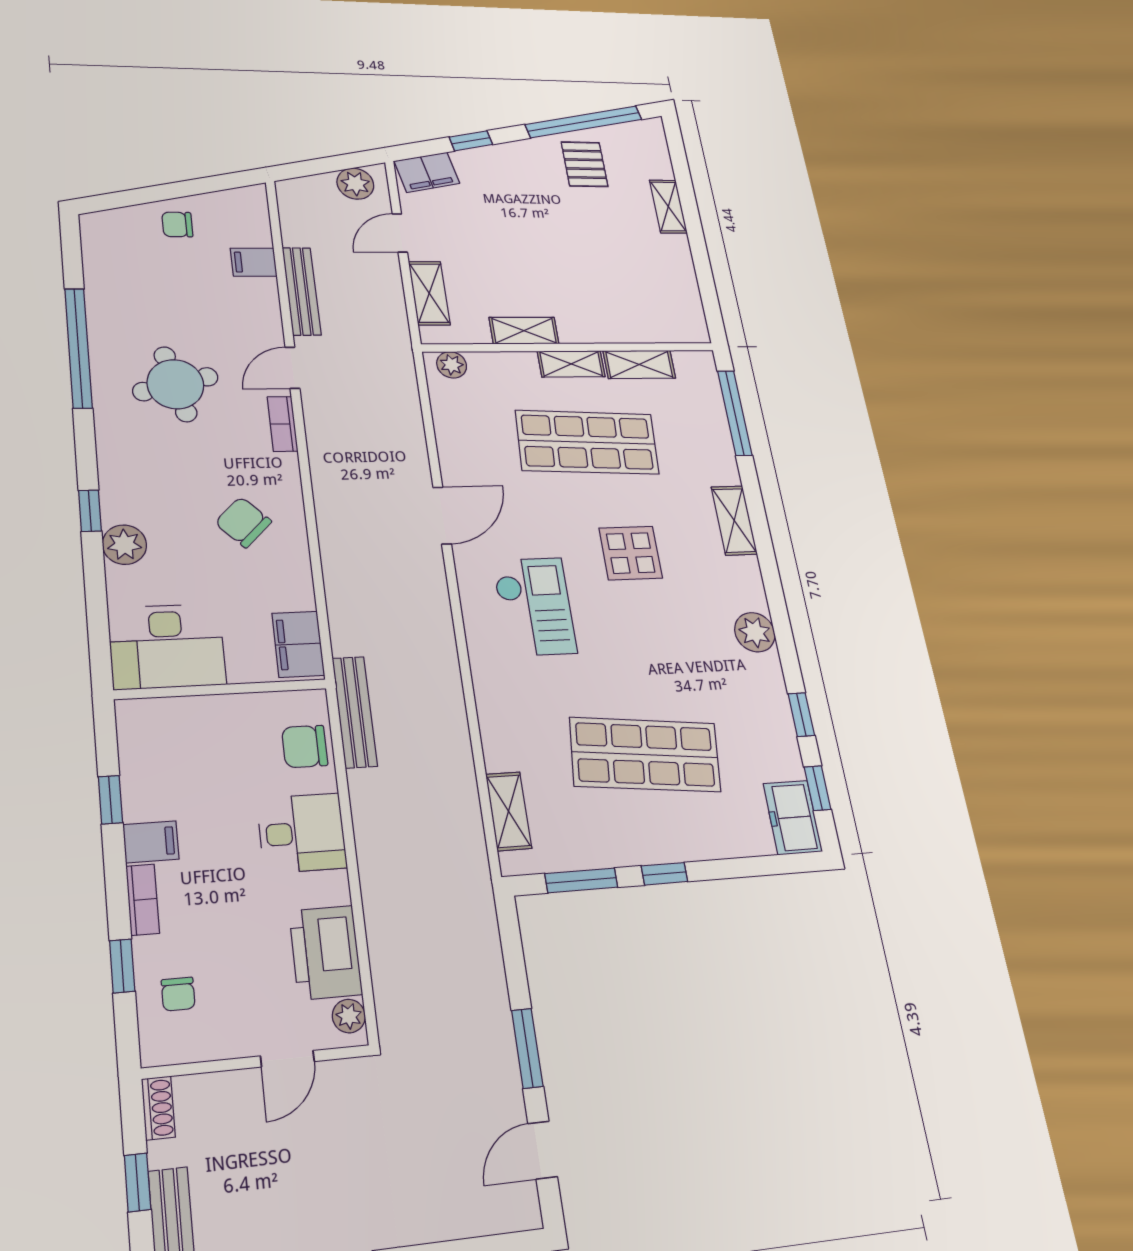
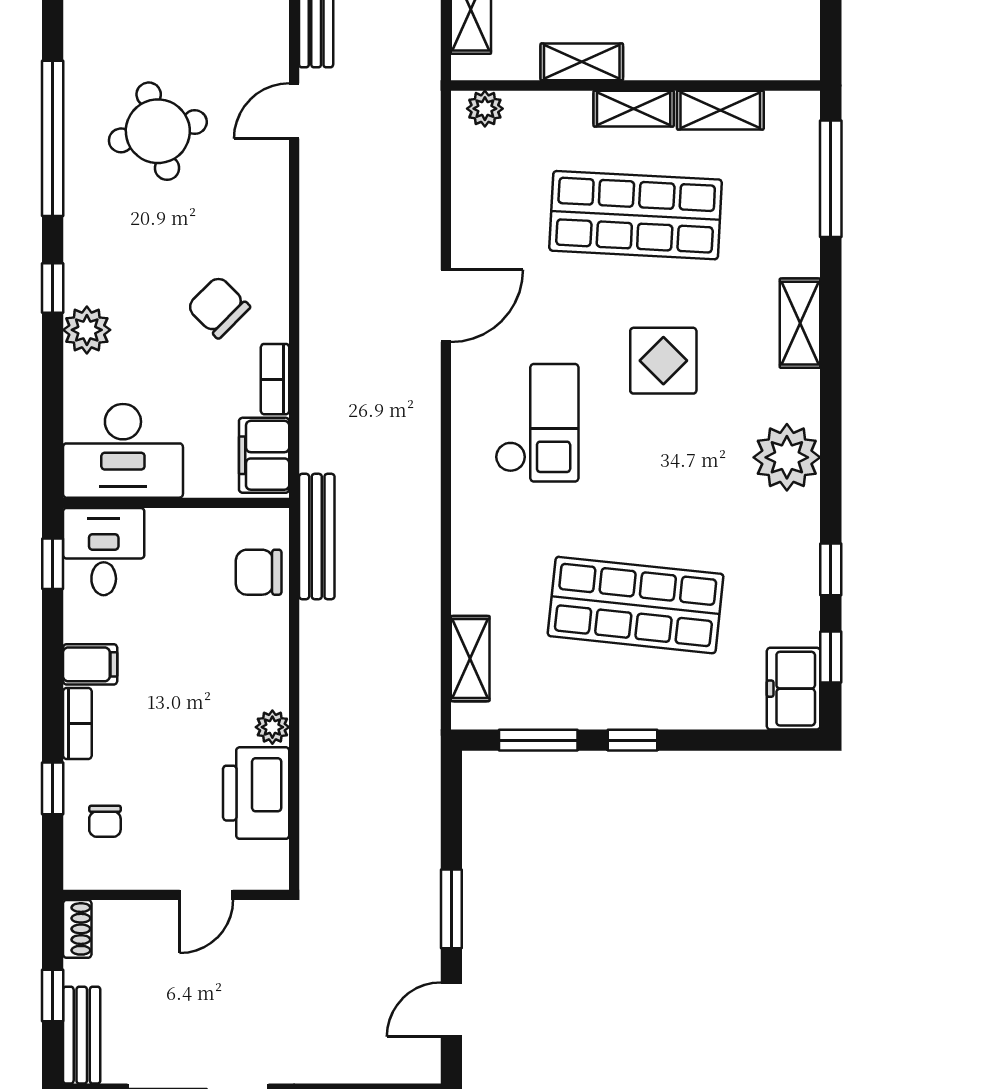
window: (78, 348) -> (53, 138), moved
bookcase: (283, 424) -> (275, 379), moved
plant: (755, 632) -> (787, 457), width x1.36, depth x1.36
window: (110, 800) -> (53, 564), moved
desk: (302, 833) -> (104, 552), moved, turned -90
plant: (349, 1016) -> (272, 727), moved

